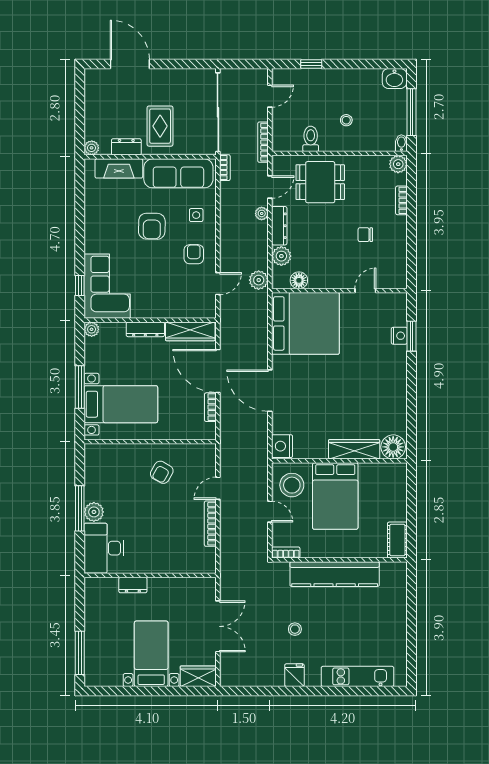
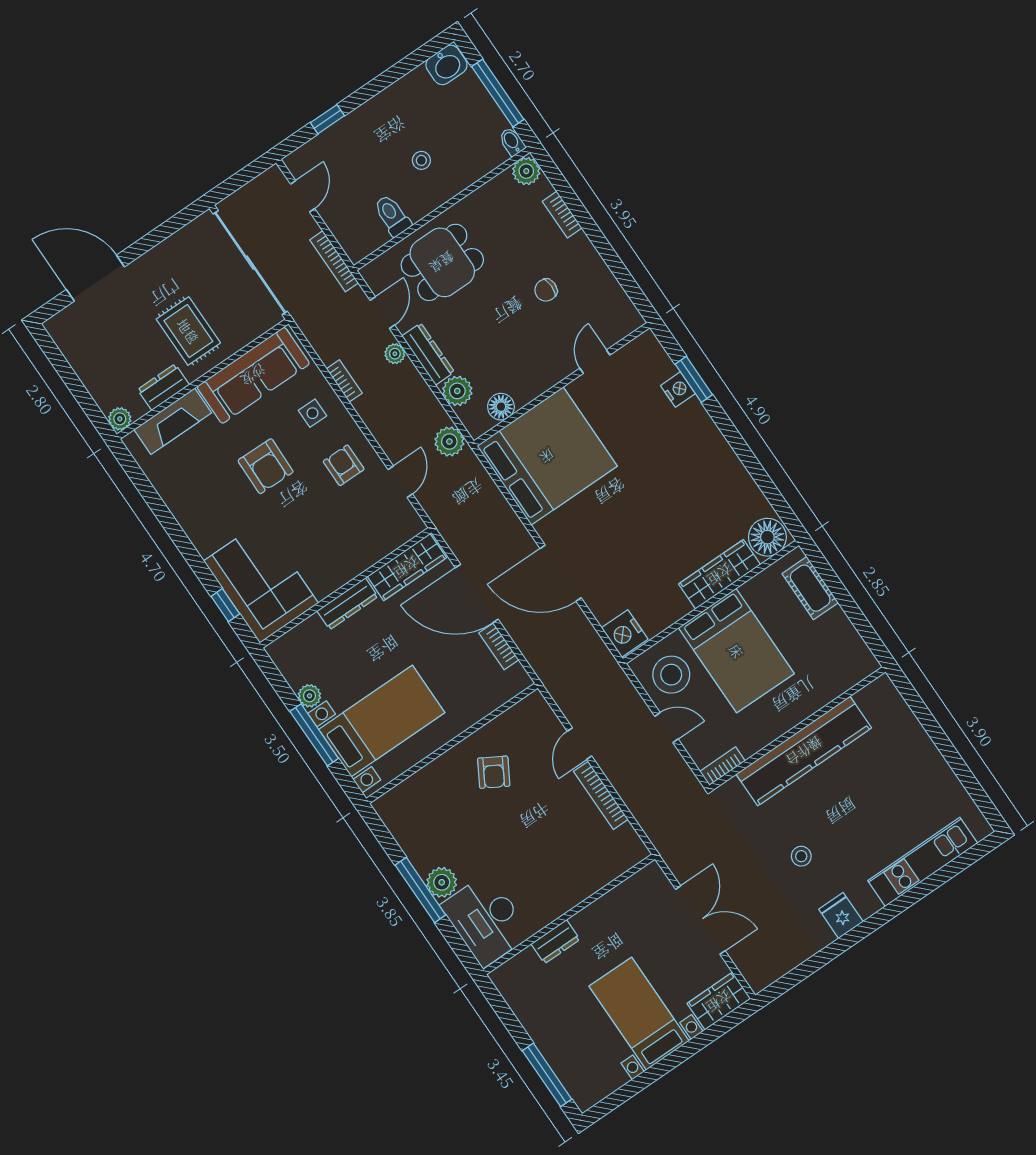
bookcase: (225, 168) -> (344, 381), moved
plant: (92, 329) -> (309, 696), moved
cot: (397, 540) -> (810, 588), moved

